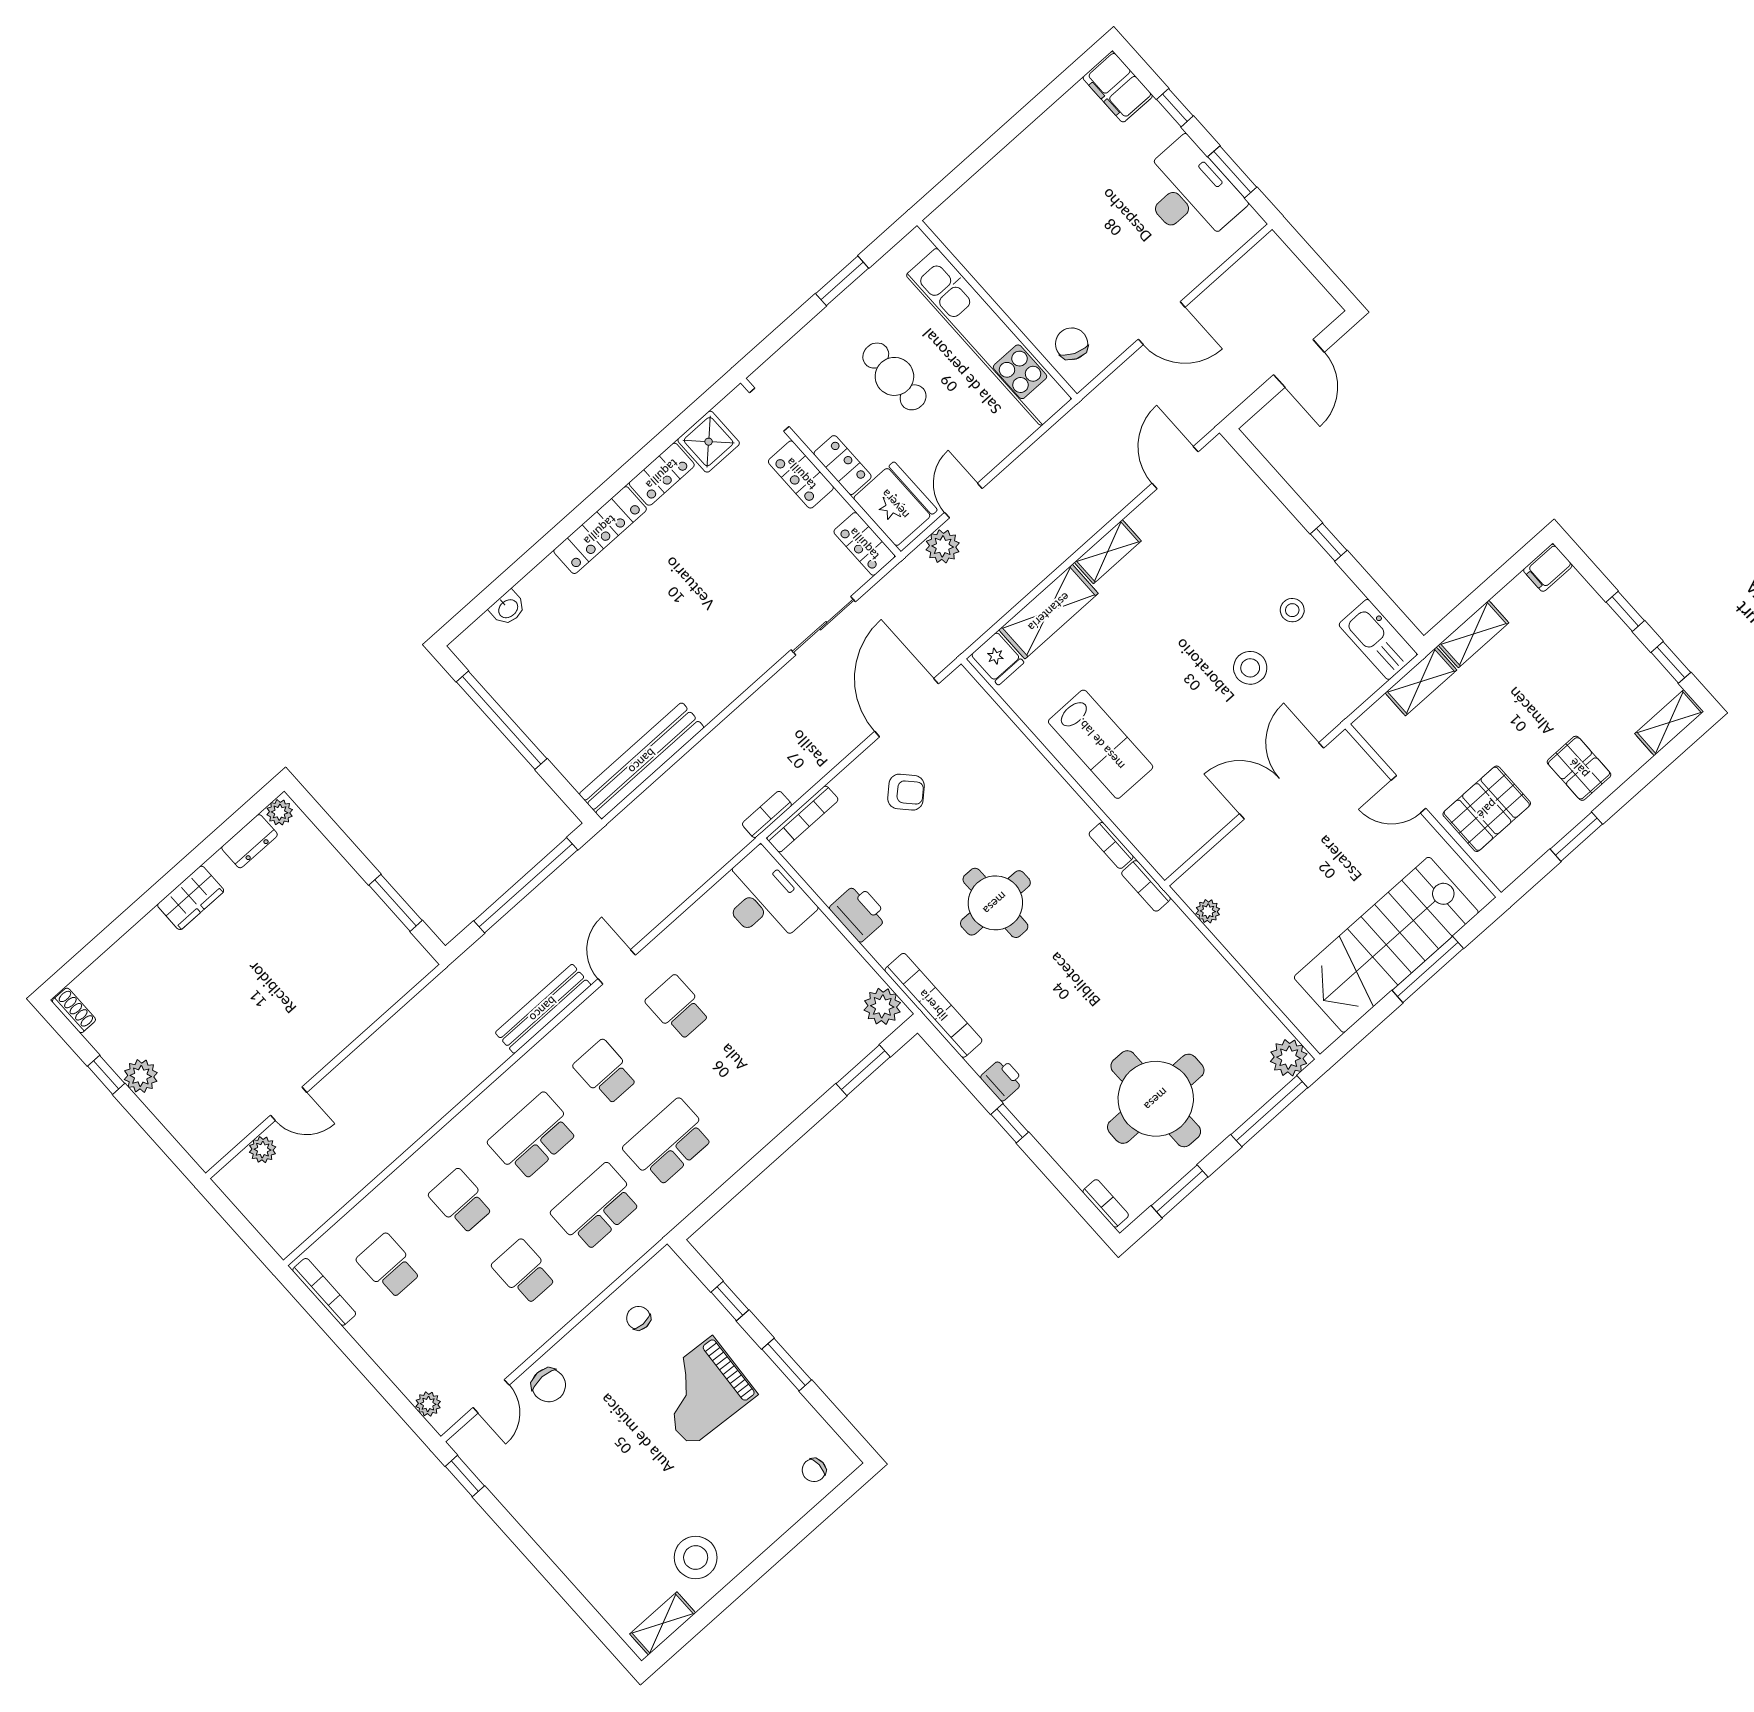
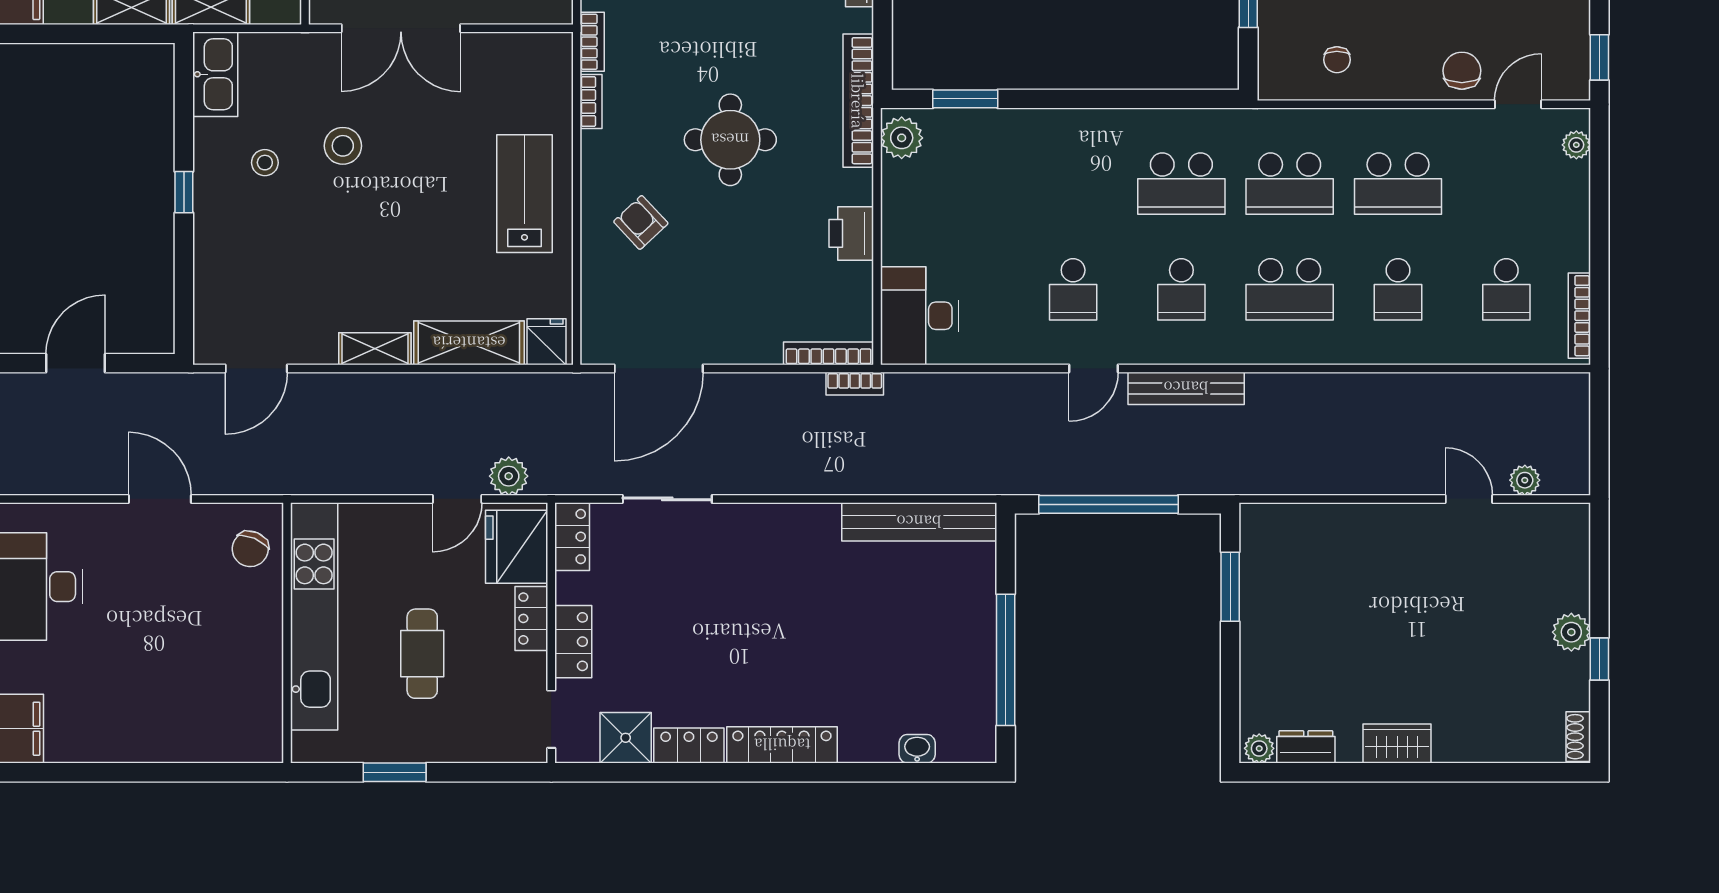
armchair: (906, 792) -> (641, 222), moved
school desk: (524, 1272) -> (1398, 184), width x1.85

